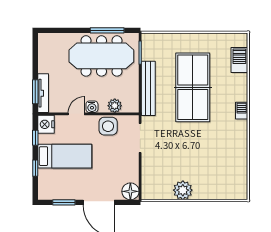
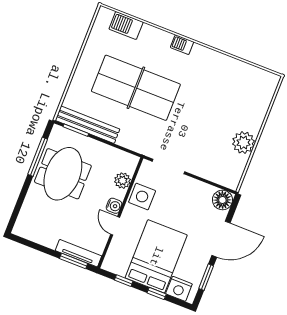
meeting table: (101, 56) -> (63, 174), width x0.73
bench: (148, 88) -> (87, 125), moved
nightstand: (46, 124) -> (179, 289), moved
bed: (65, 156) -> (156, 256), width x1.50

